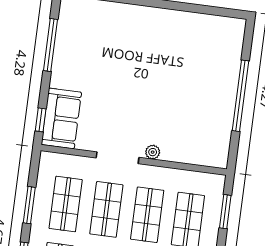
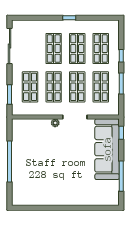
sofa: (61, 118) -> (107, 149), width x1.85, depth x1.27

